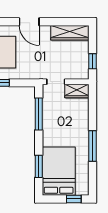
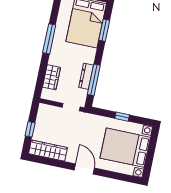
window: (93, 61) -> (30, 129), moved
wardrobe: (77, 91) -> (52, 77), moved, turned 90
dresser: (47, 116) -> (86, 76), added

